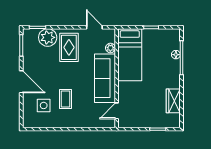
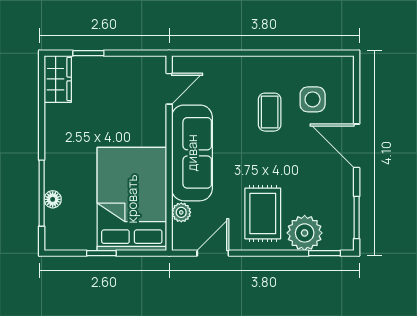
door: (94, 27) -> (213, 253), swing flipped
bed: (130, 55) -> (132, 199), width x1.50
wardrobe: (173, 101) -> (58, 79), moved

